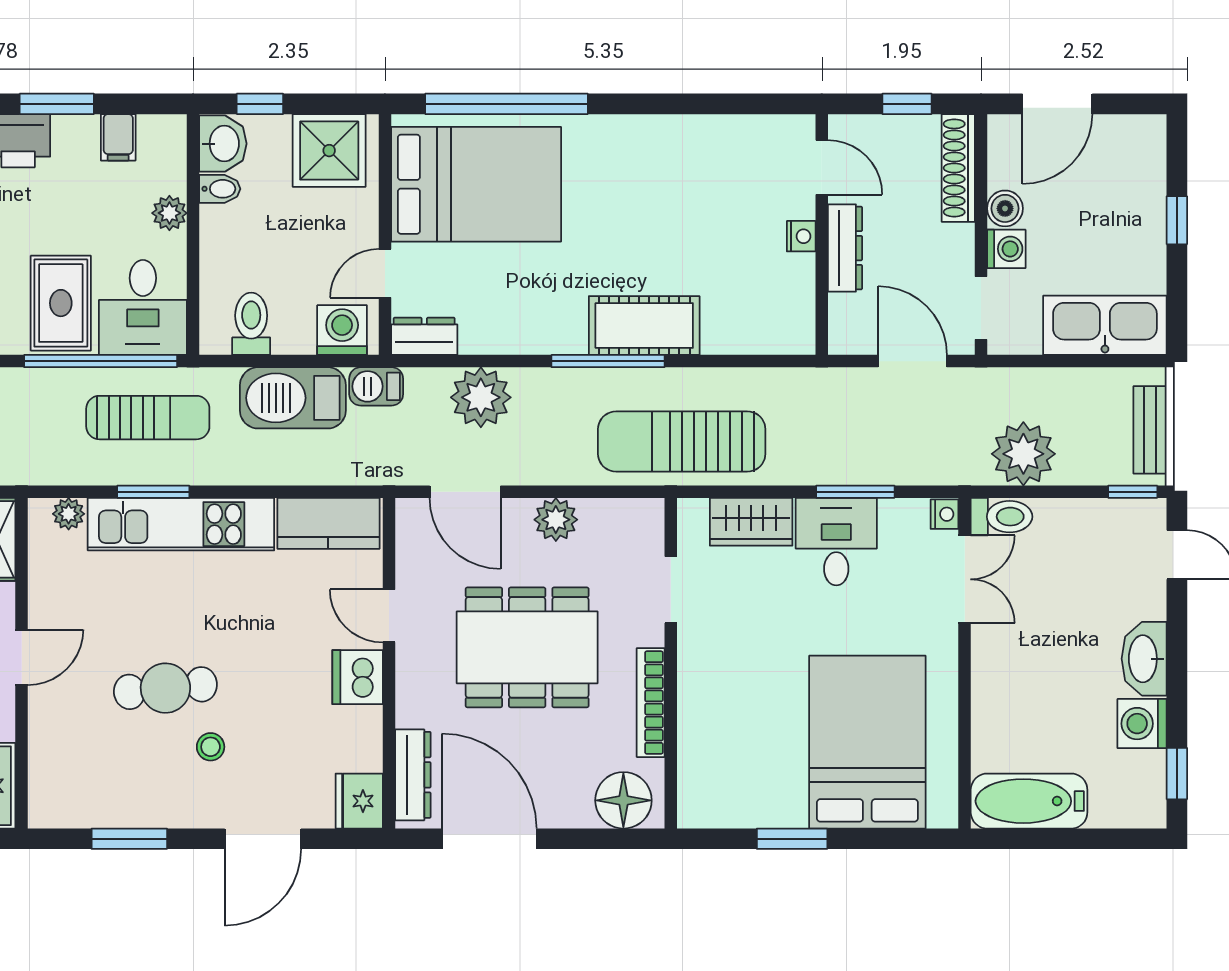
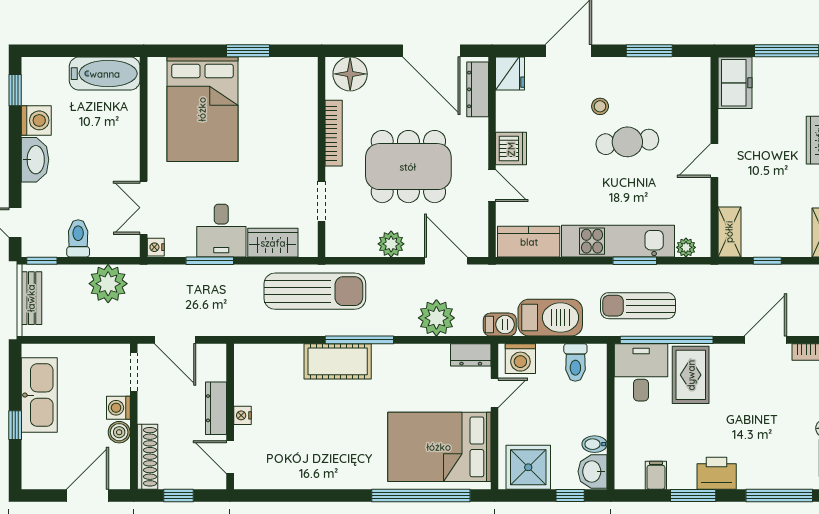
plant: (169, 213) -> (625, 429), removed
kitchen sink: (1105, 325) -> (39, 395), moved, turned -90
toilet: (1002, 517) -> (78, 238), moved, turned 90

